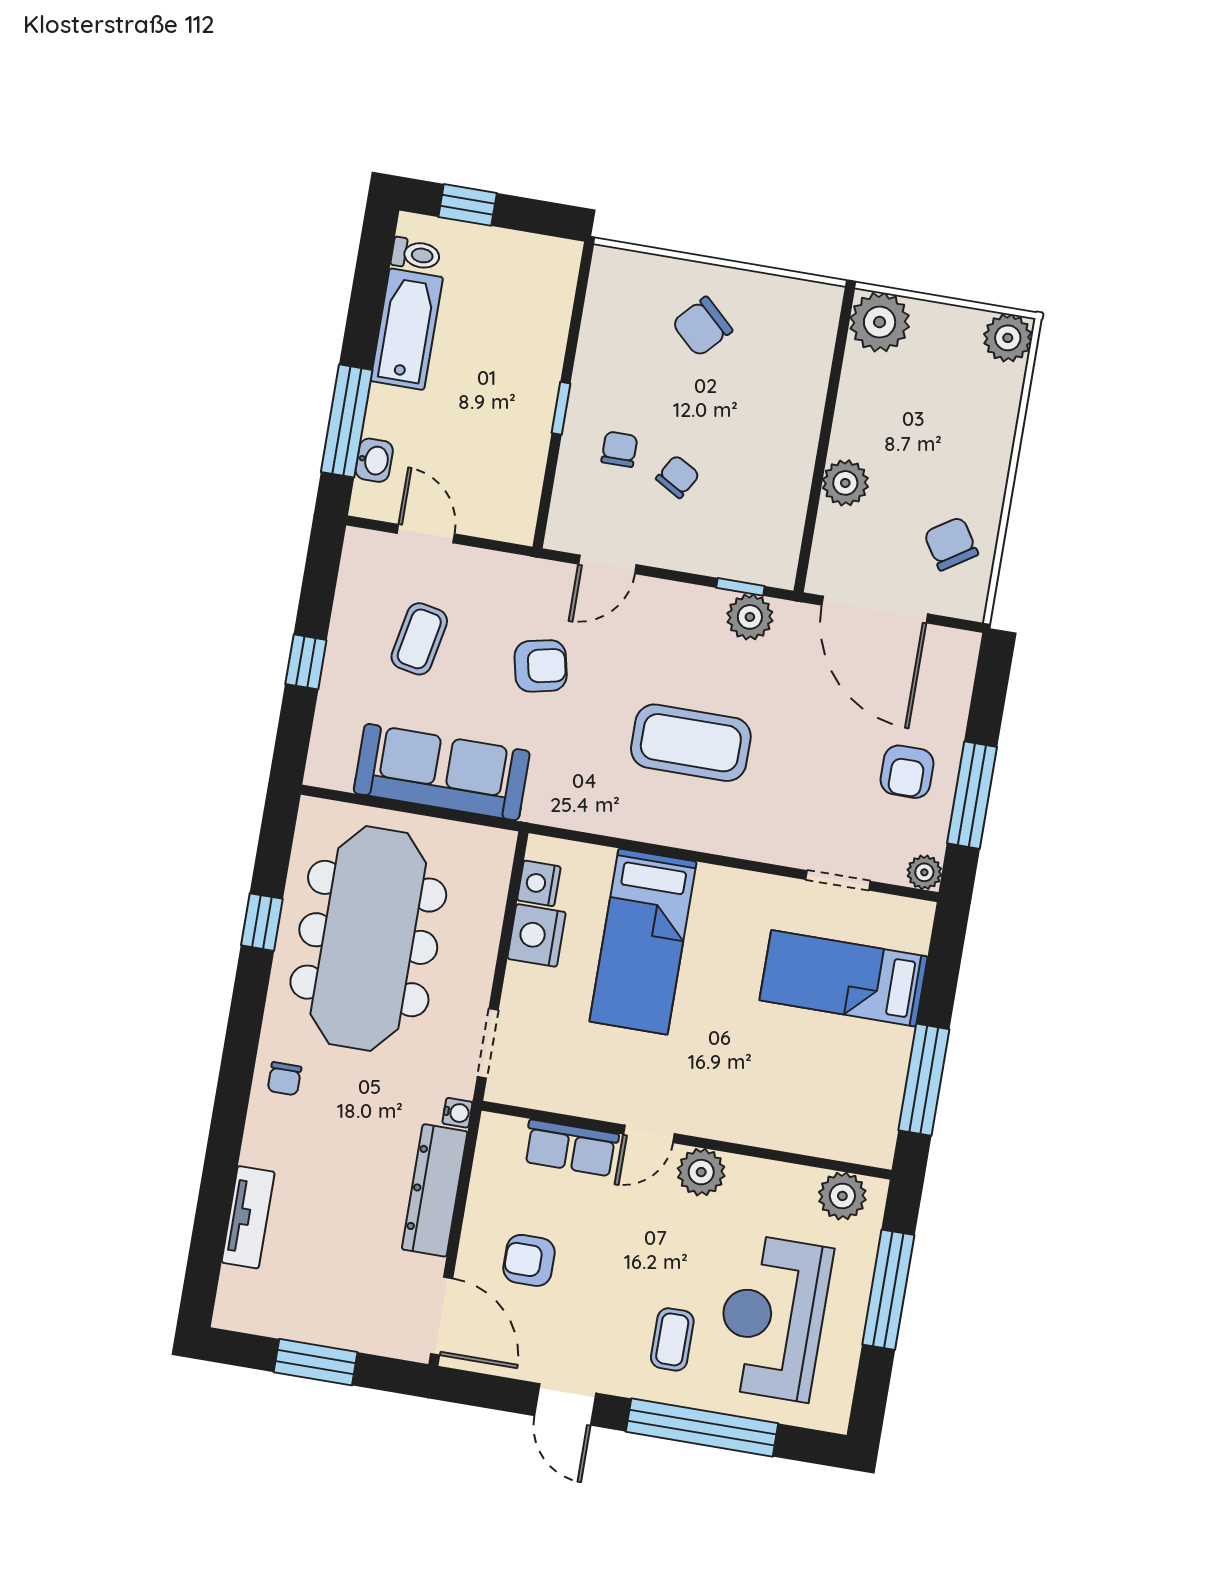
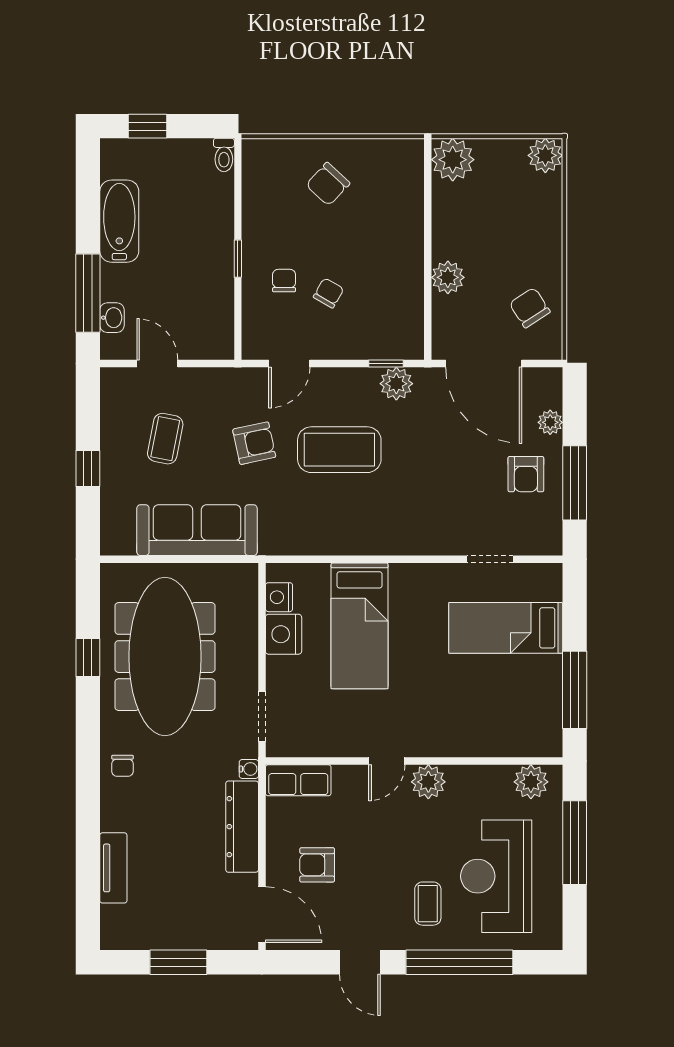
toilet: (416, 254) -> (224, 155), moved, turned 90
coffee table: (691, 743) -> (339, 450), moved
plant: (924, 872) -> (550, 422), moved
row of seats: (571, 1148) -> (298, 780), moved

